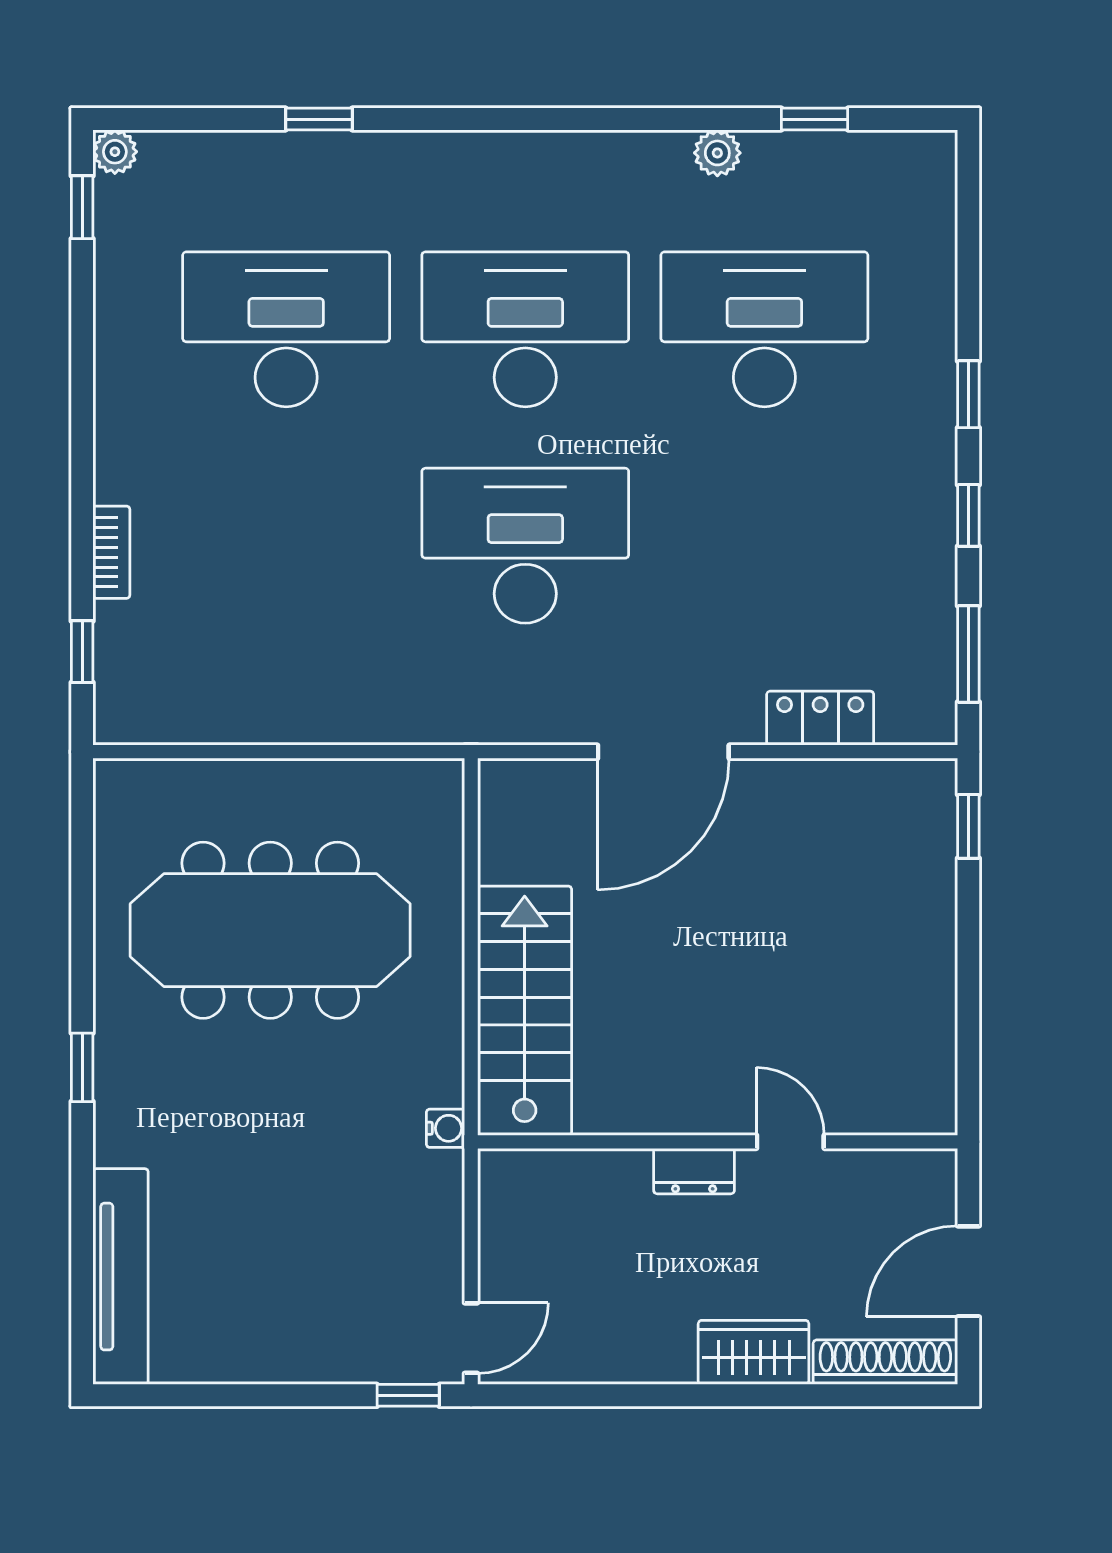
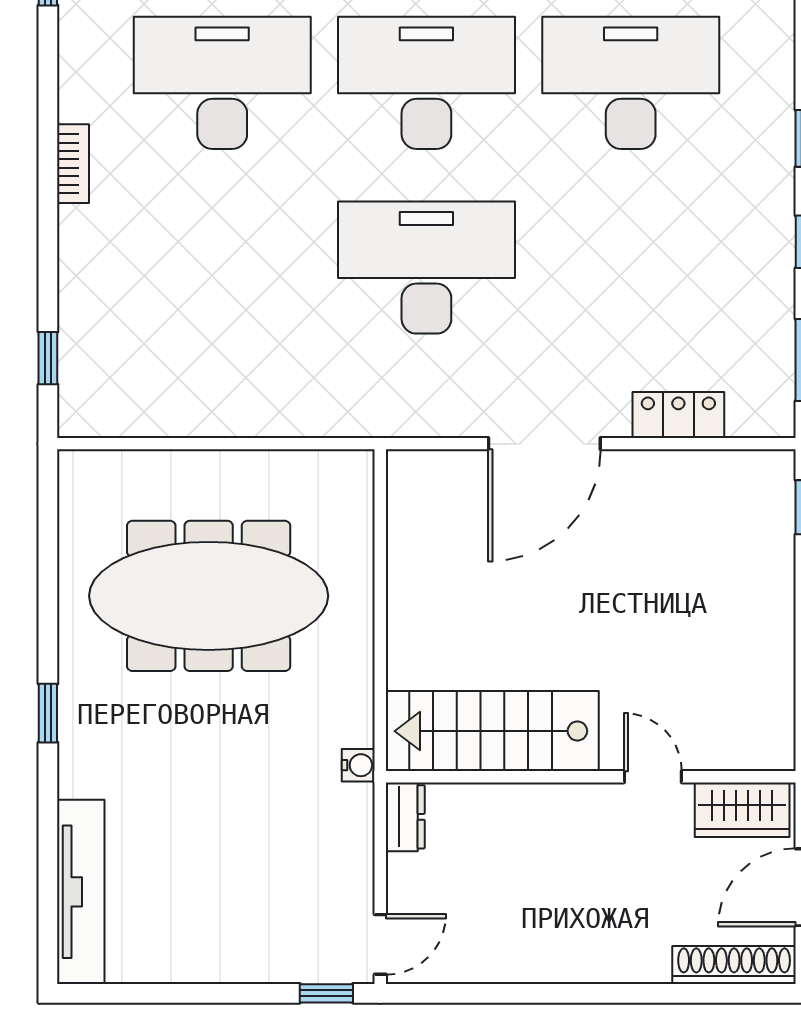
bookcase: (111, 552) -> (73, 164), moved
stairs: (525, 1011) -> (492, 731), moved, turned -90
dresser: (694, 1171) -> (405, 817), moved, turned -90
wardrobe: (754, 1352) -> (742, 810), moved, turned 180

